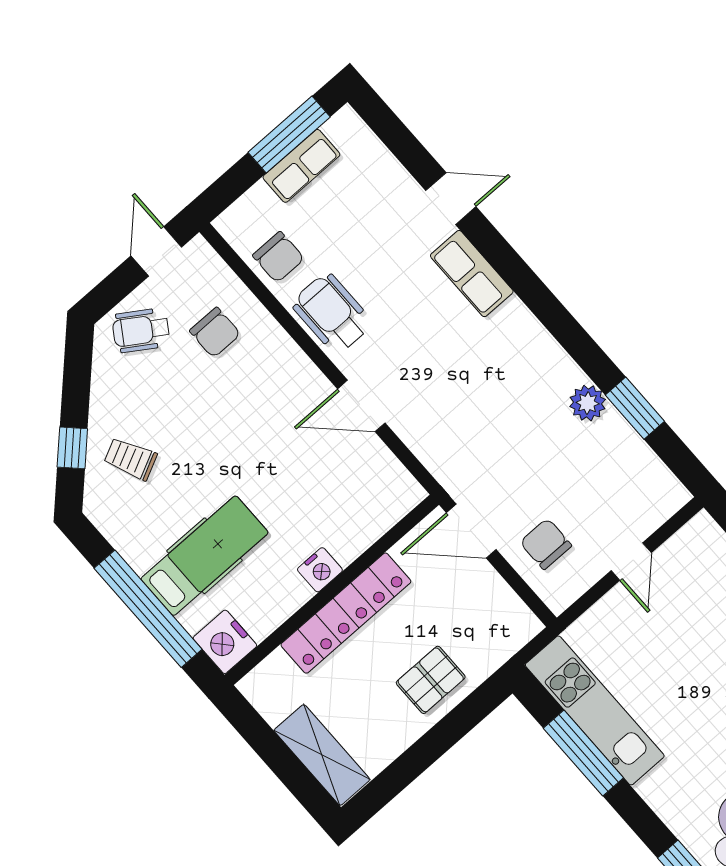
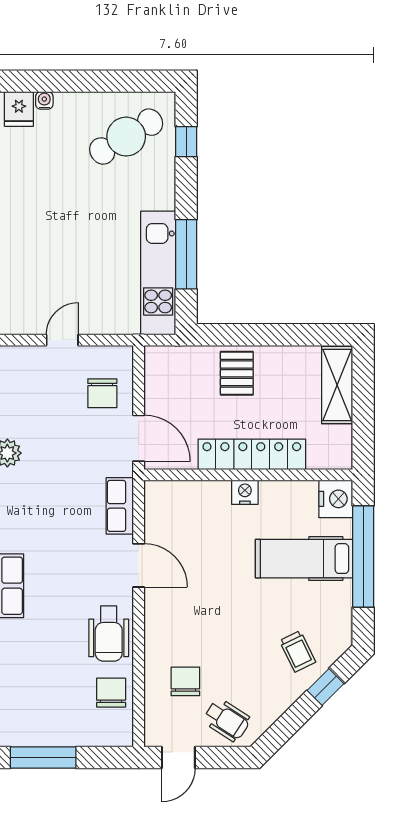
row of seats: (301, 166) -> (120, 506), moved, turned -90
pallet: (431, 680) -> (237, 373), turned 90

